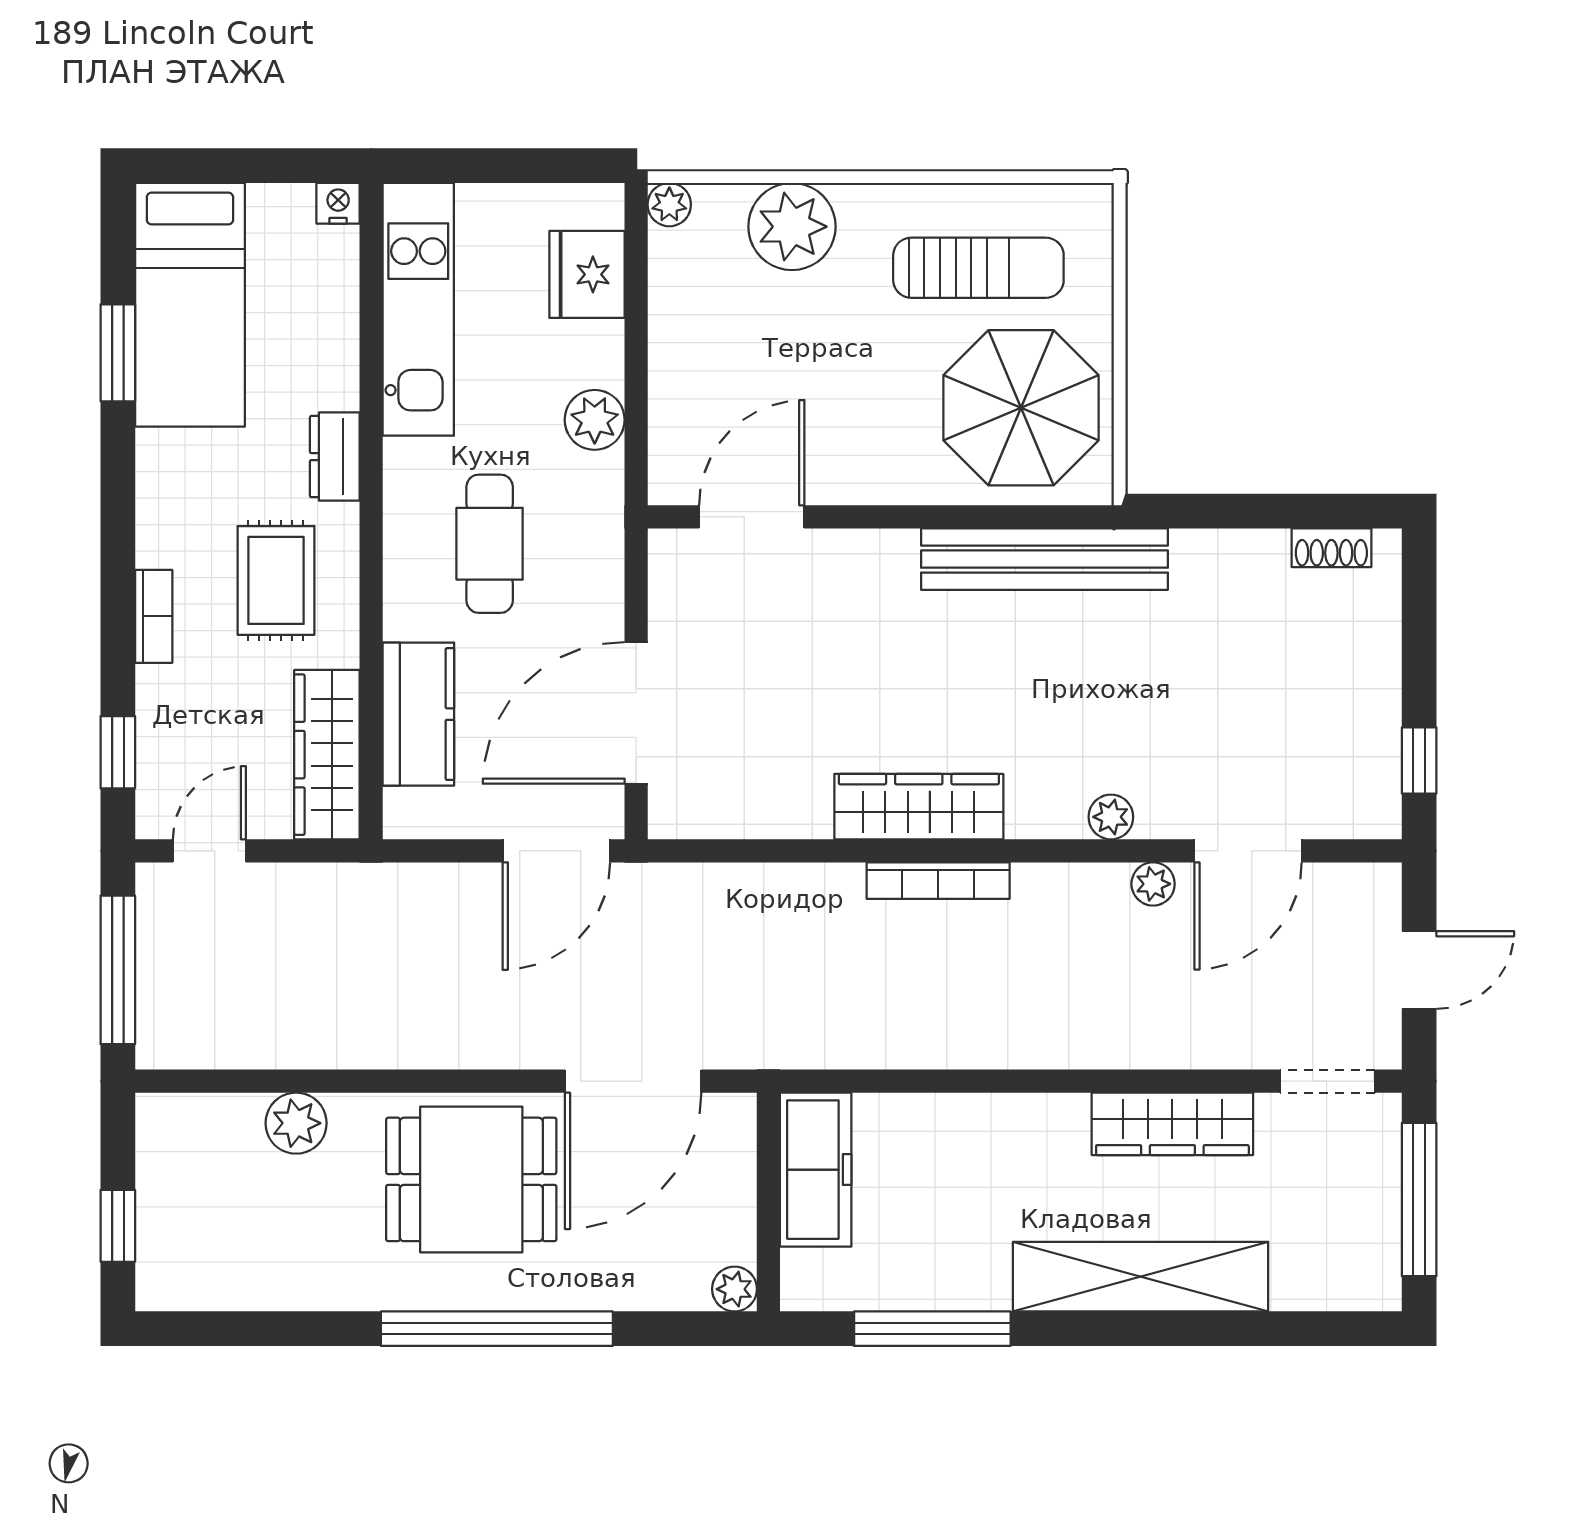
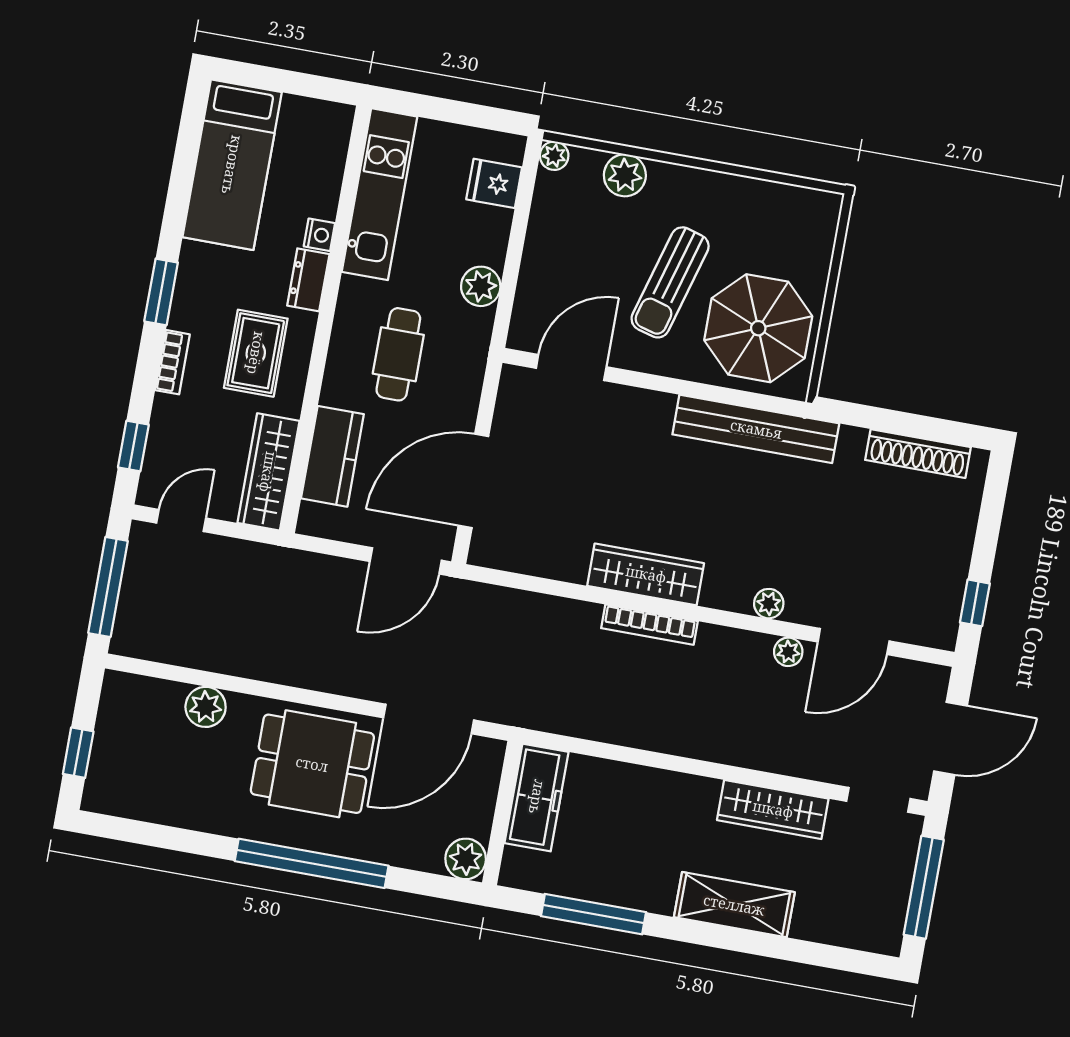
nightstand: (338, 203) -> (319, 235), moved, turned 90
plant: (792, 227) -> (625, 175), width x0.73, depth x0.73
sun lounger: (978, 268) -> (670, 282), moved, turned 106
fridge: (587, 274) -> (494, 183), width x0.72
window: (118, 353) -> (161, 292), moved
shoe rack: (1331, 548) -> (918, 454), width x1.94, depth x1.24
door: (1419, 970) -> (950, 739), width x1.38
shelving: (1141, 1277) -> (734, 905), width x0.68
plant: (735, 1289) -> (466, 859), width x1.38, depth x1.38

